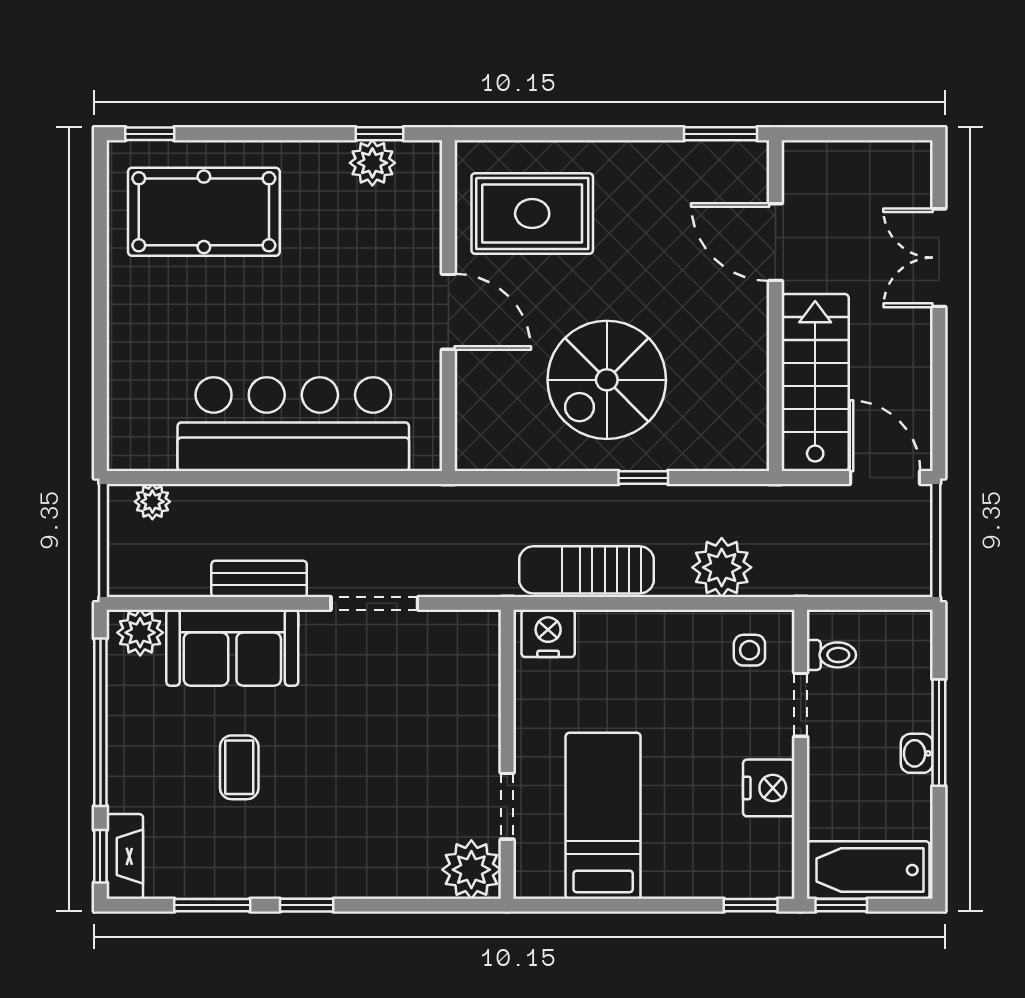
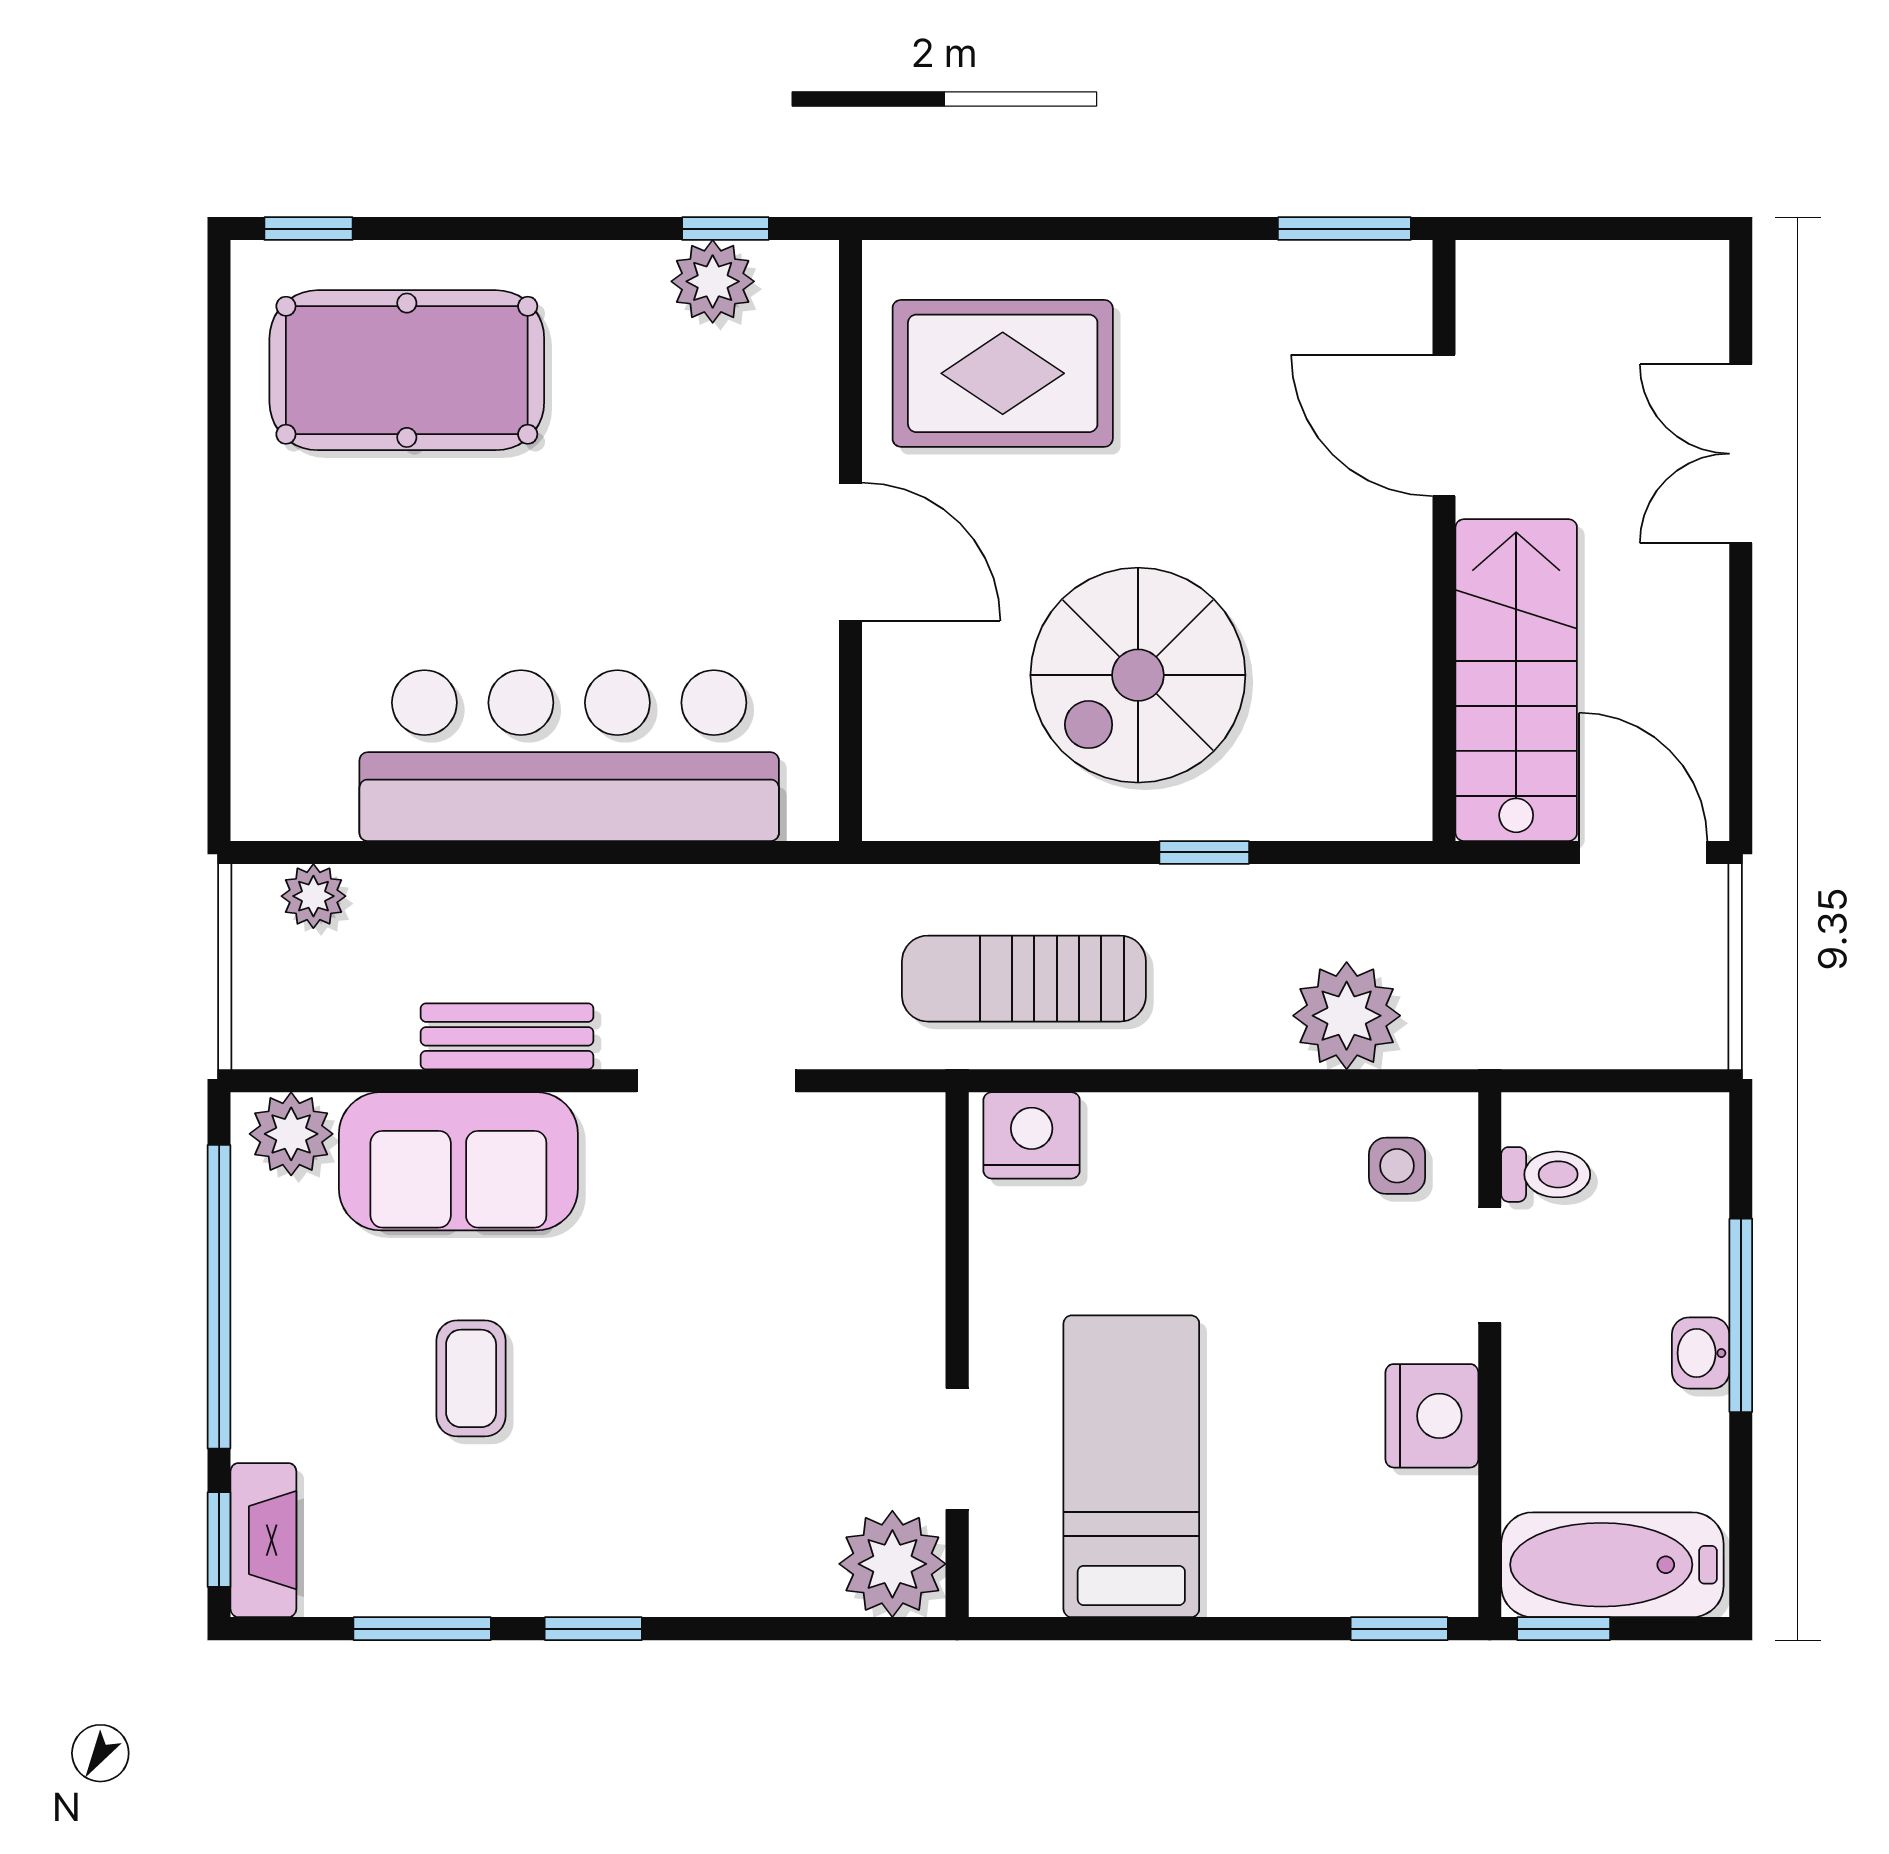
sun lounger: (587, 570) -> (1024, 979), moved

